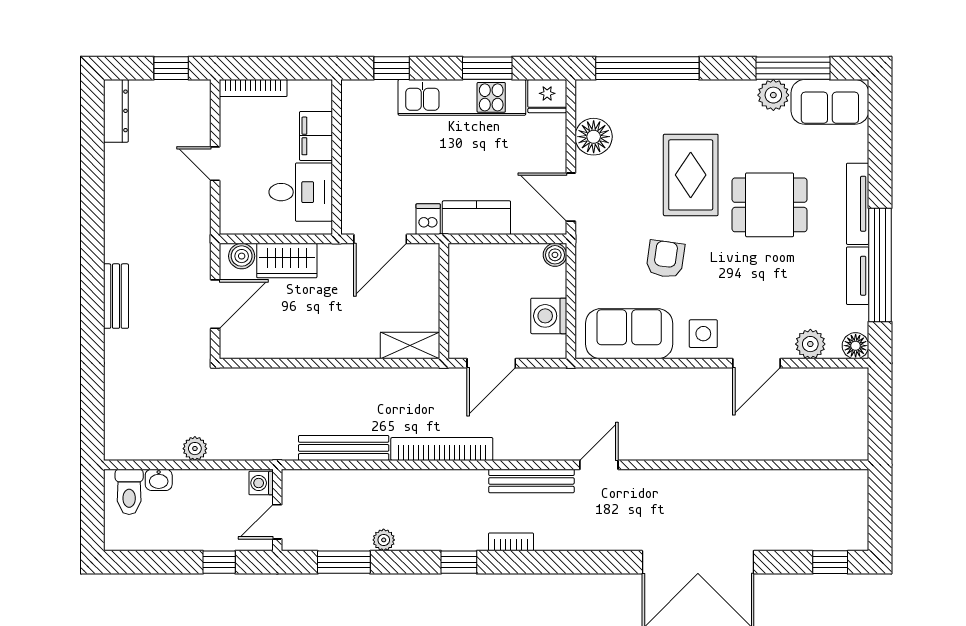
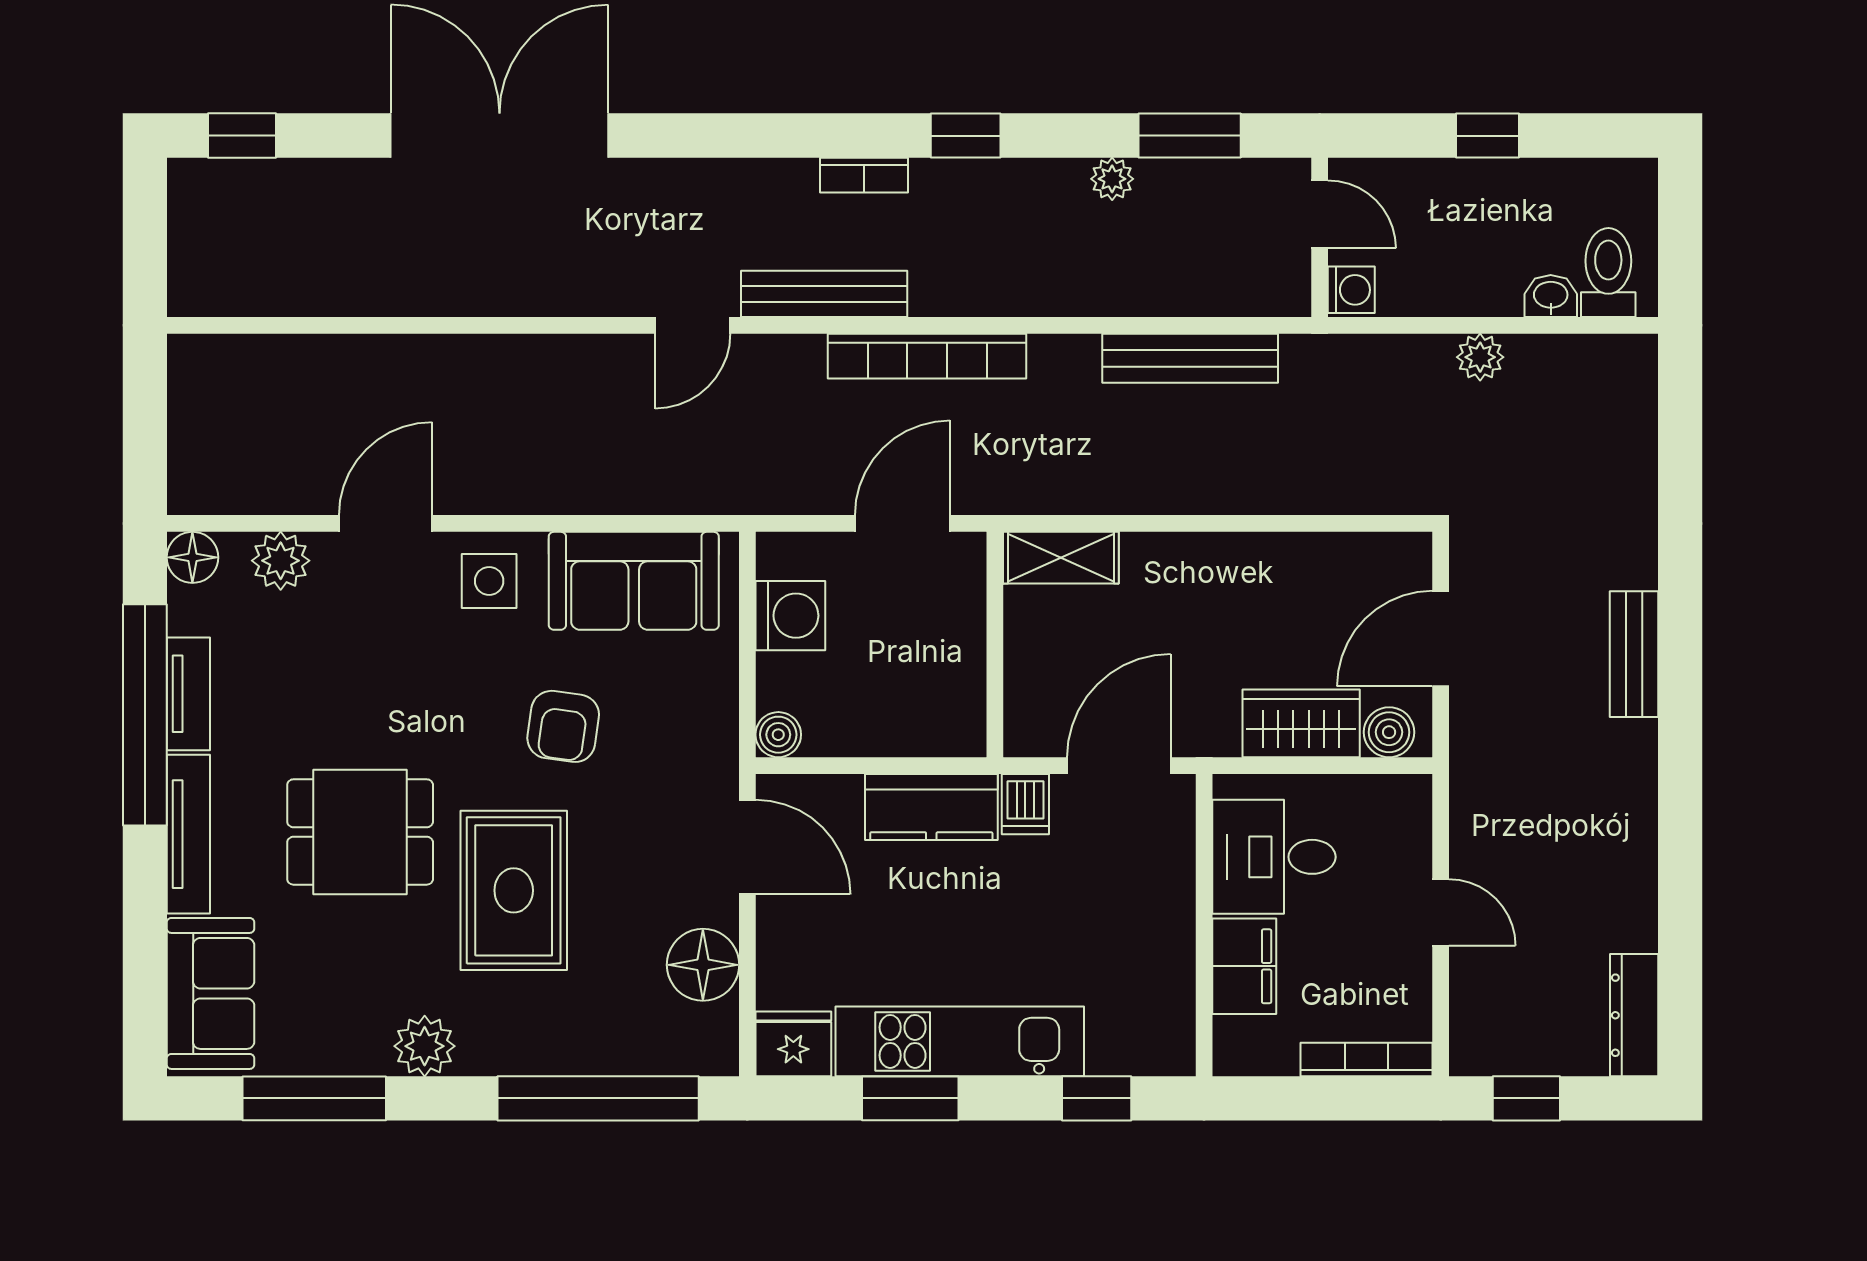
plant: (773, 95) -> (425, 1046), moved
sofa: (830, 102) -> (210, 993), moved, turned 90
bookcase: (442, 449) -> (927, 356), moved
door: (277, 522) -> (1320, 214), hinge flipped
window: (219, 562) -> (1487, 136), moved

